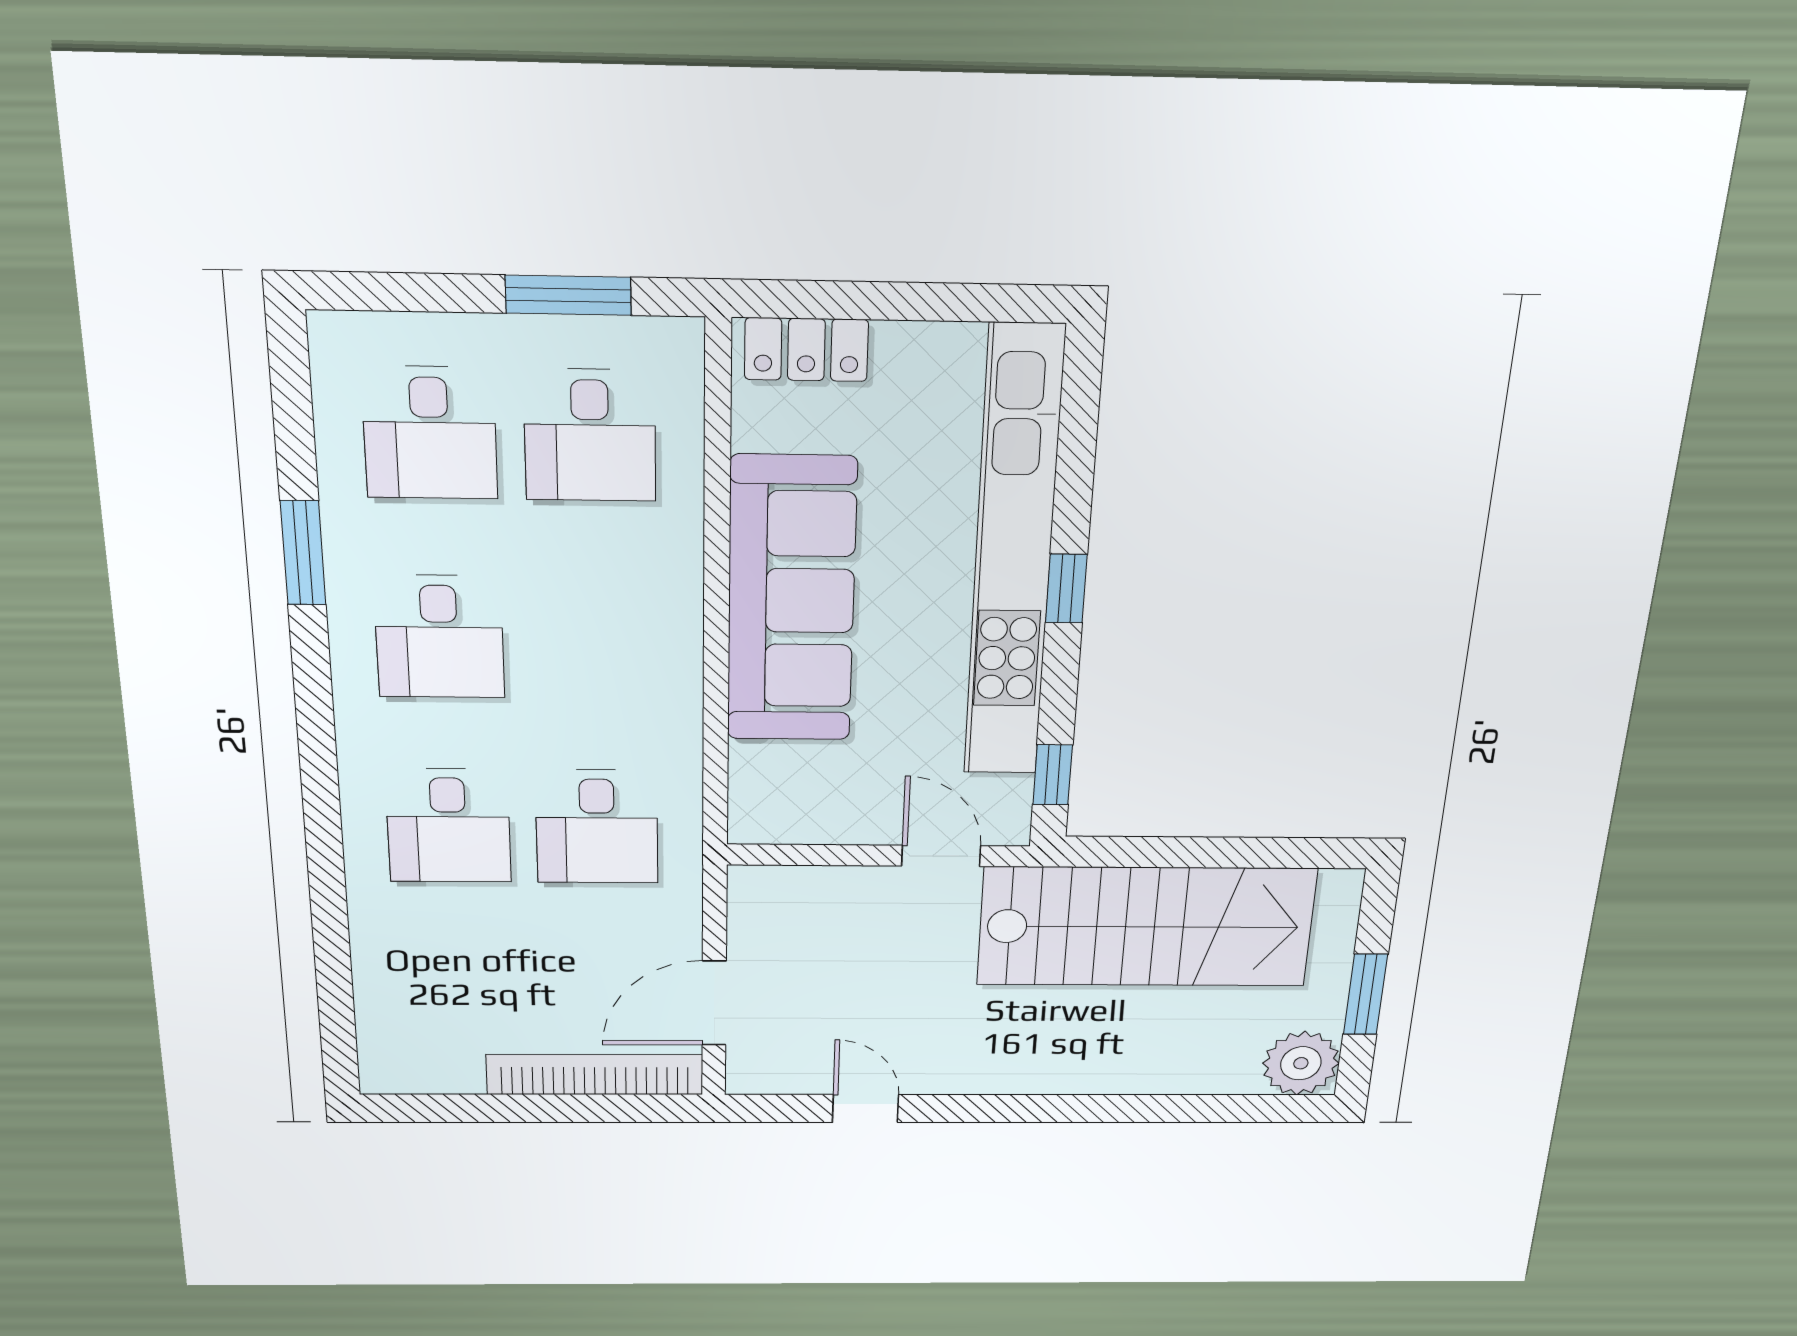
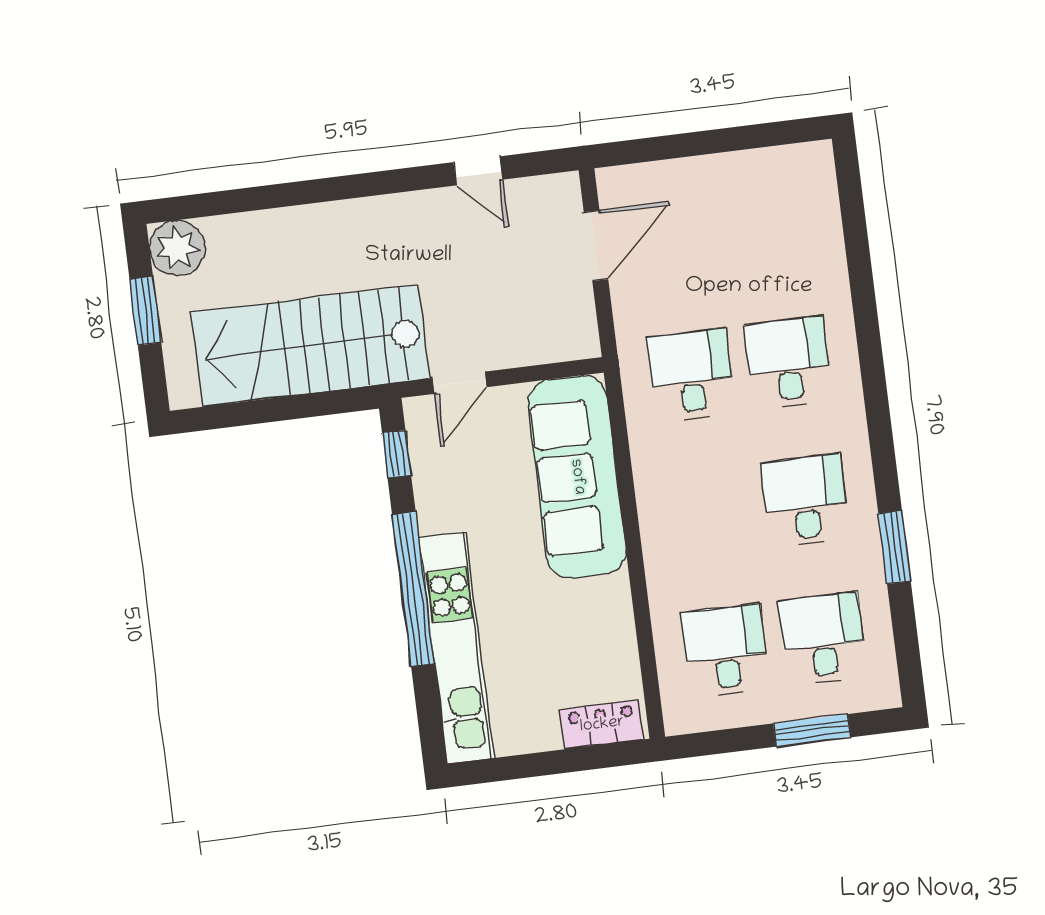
window: (568, 295) -> (812, 730), moved
kitchen unit: (1013, 557) -> (456, 647), width x0.73
window: (1066, 589) -> (413, 589), width x3.17
sofa: (791, 600) -> (577, 477), moved
door: (941, 856) -> (460, 383), hinge flipped
bookcase: (595, 1075) -> (671, 176), removed

